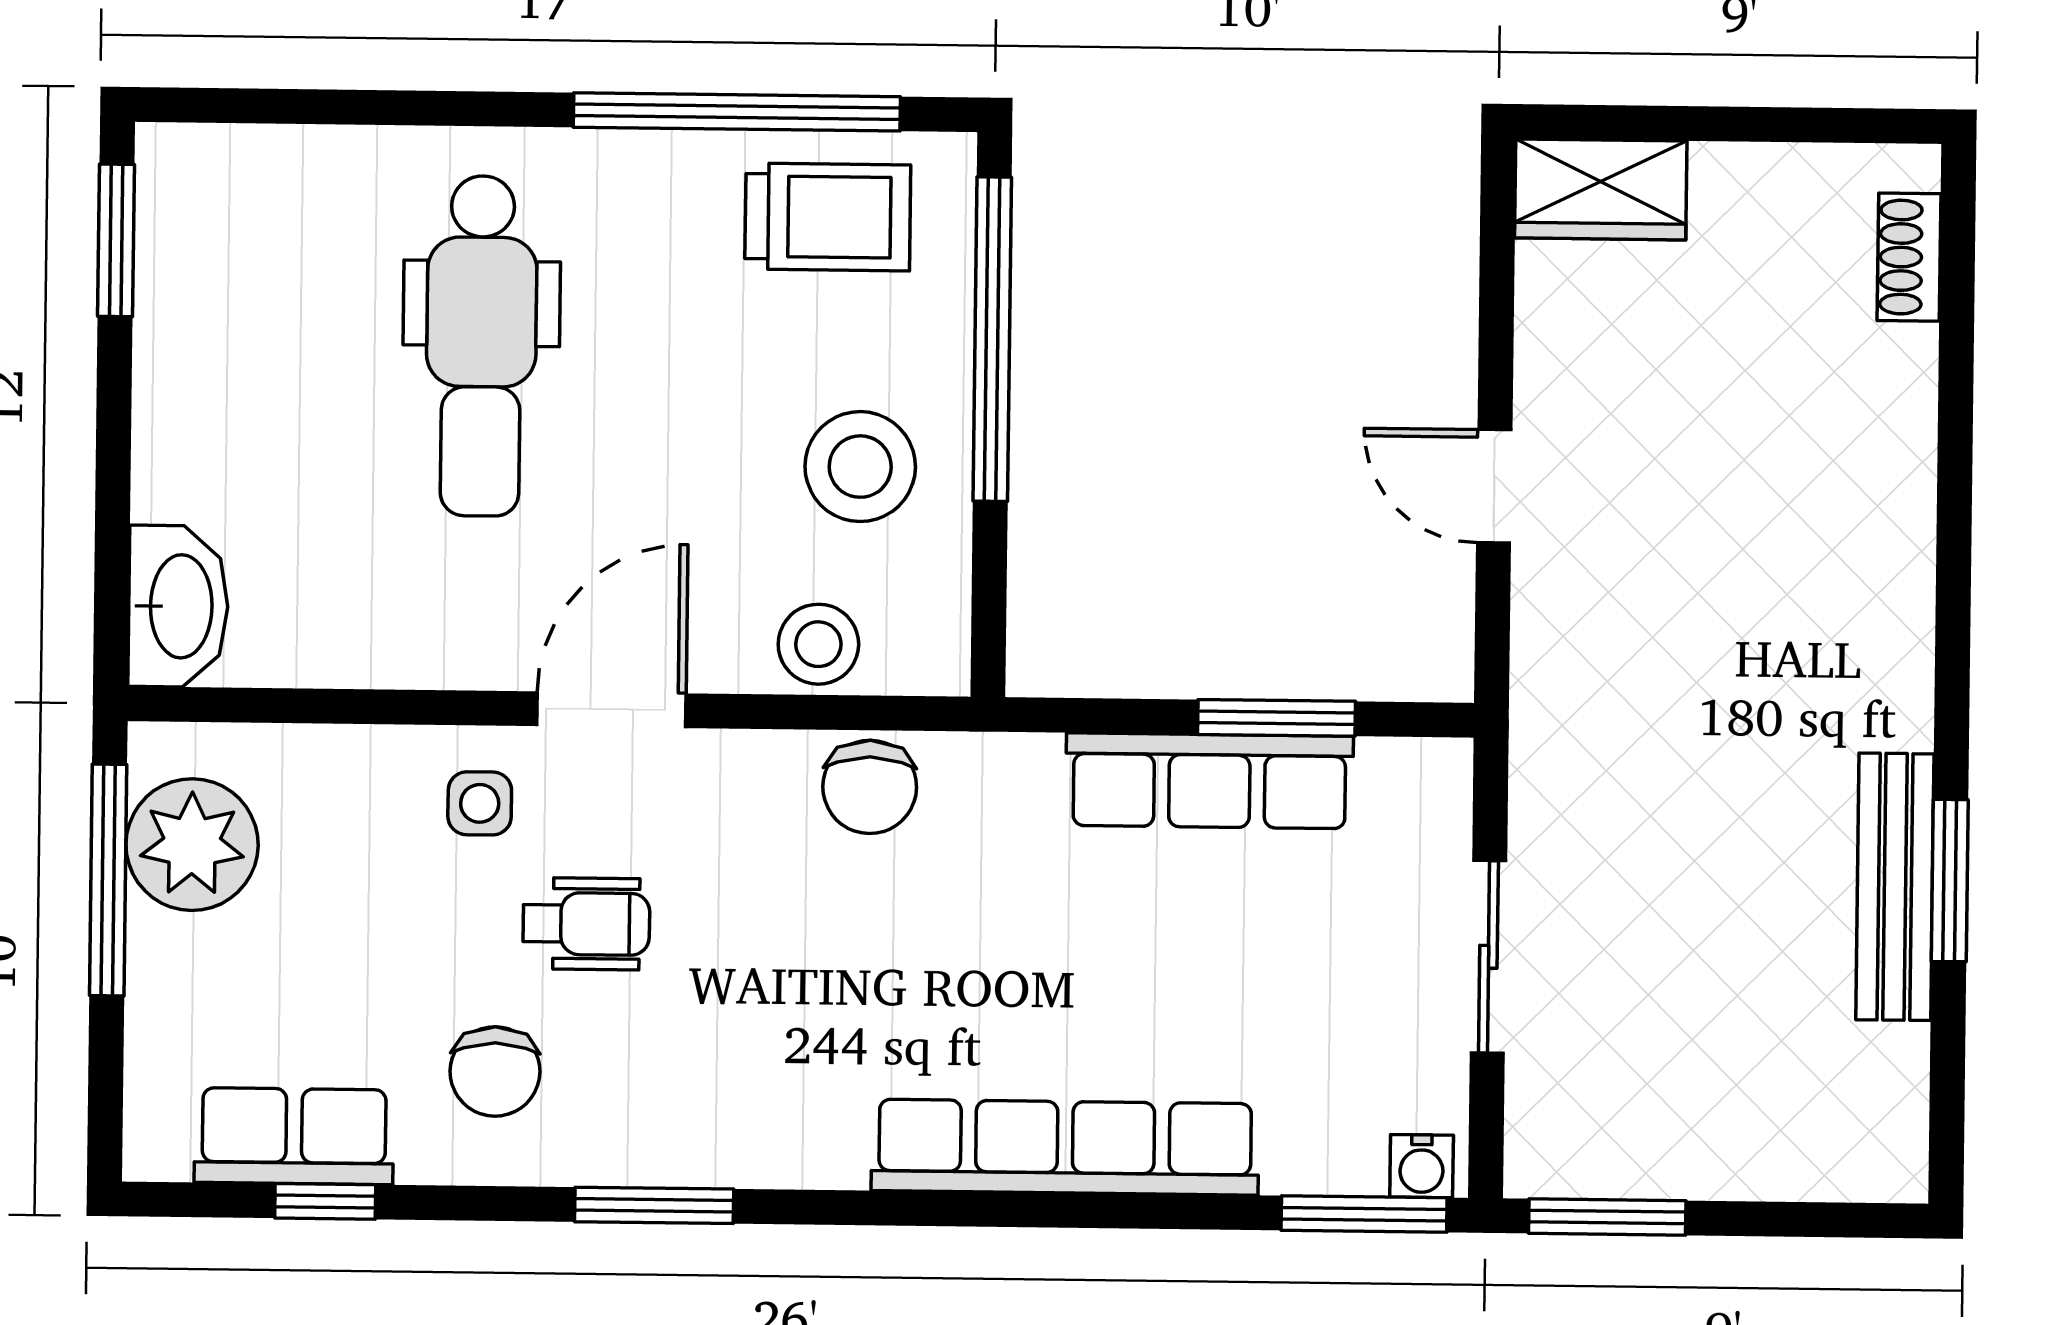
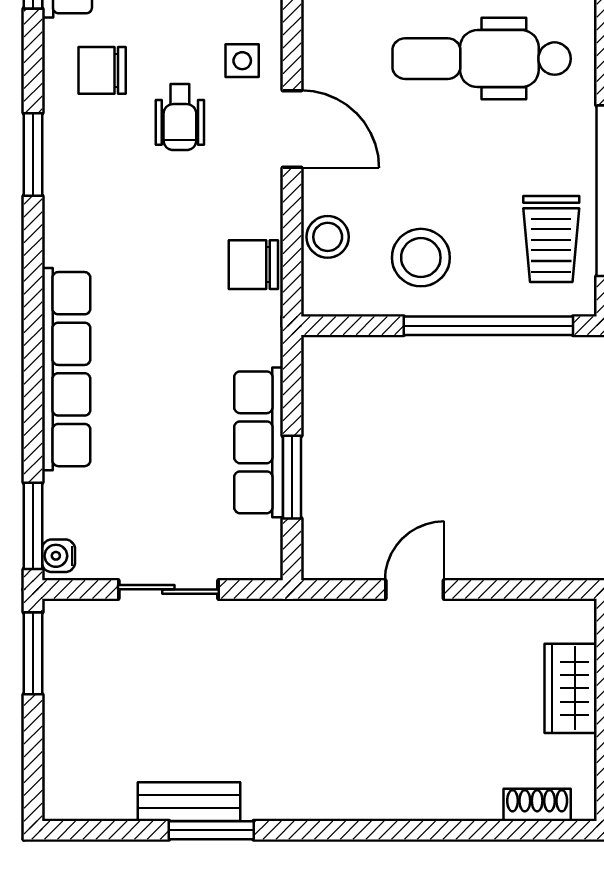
wardrobe: (1601, 189) -> (571, 688), moved
bench: (1895, 887) -> (189, 802), width x0.73

